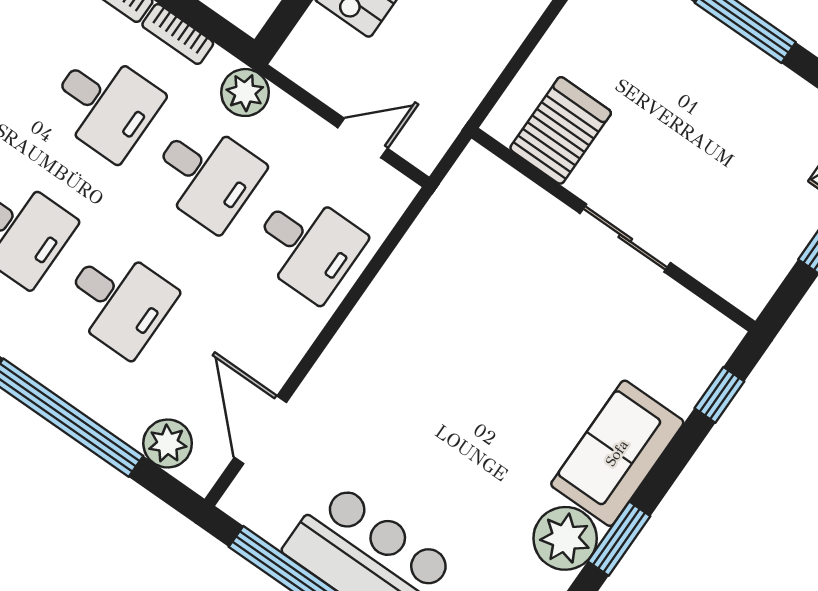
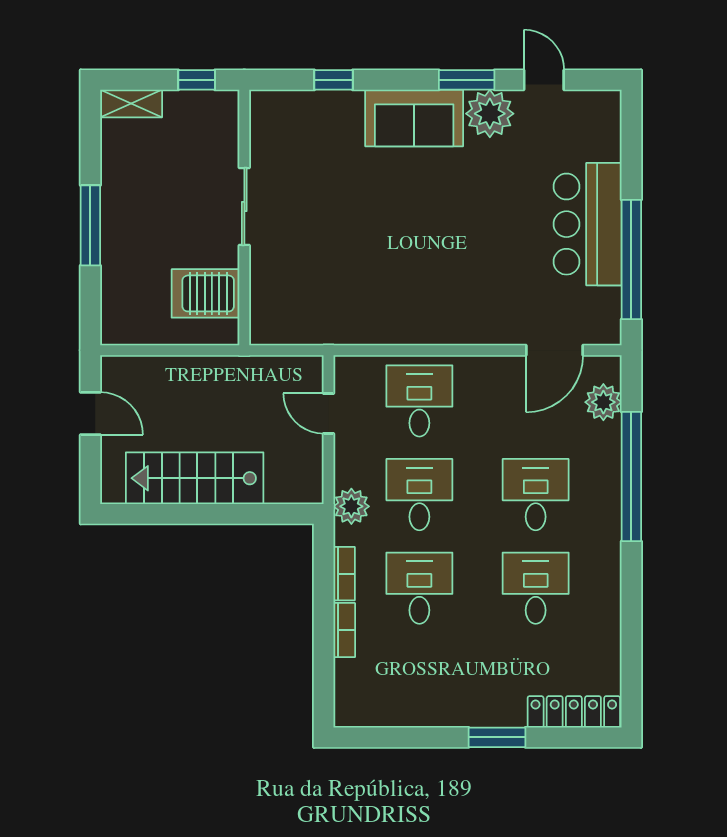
server rack: (561, 130) -> (205, 293), moved
wall: (613, 230) -> (244, 218), moved
sliding door: (625, 238) -> (244, 206), moved

